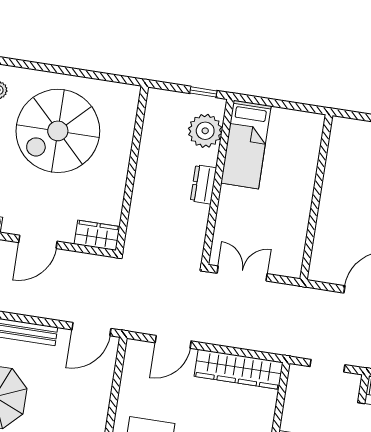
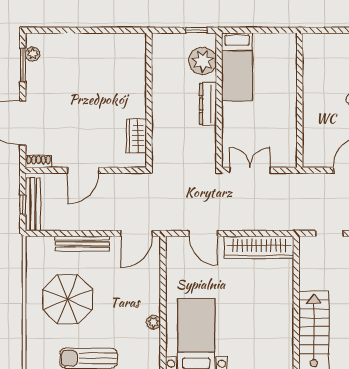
spiral stairs: (58, 131) -> (85, 79), removed
dresser: (203, 184) -> (208, 104), width x1.44
wardrobe: (97, 235) -> (136, 136), moved, turned -90
door: (173, 342) -> (203, 233), hinge flipped

